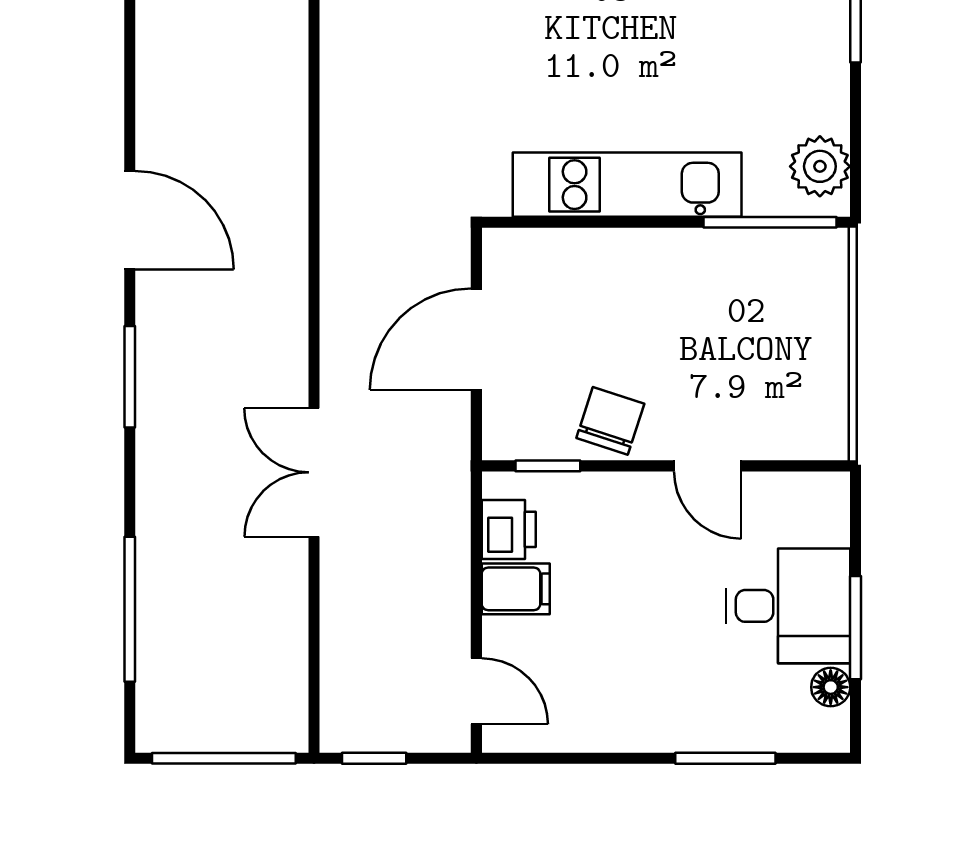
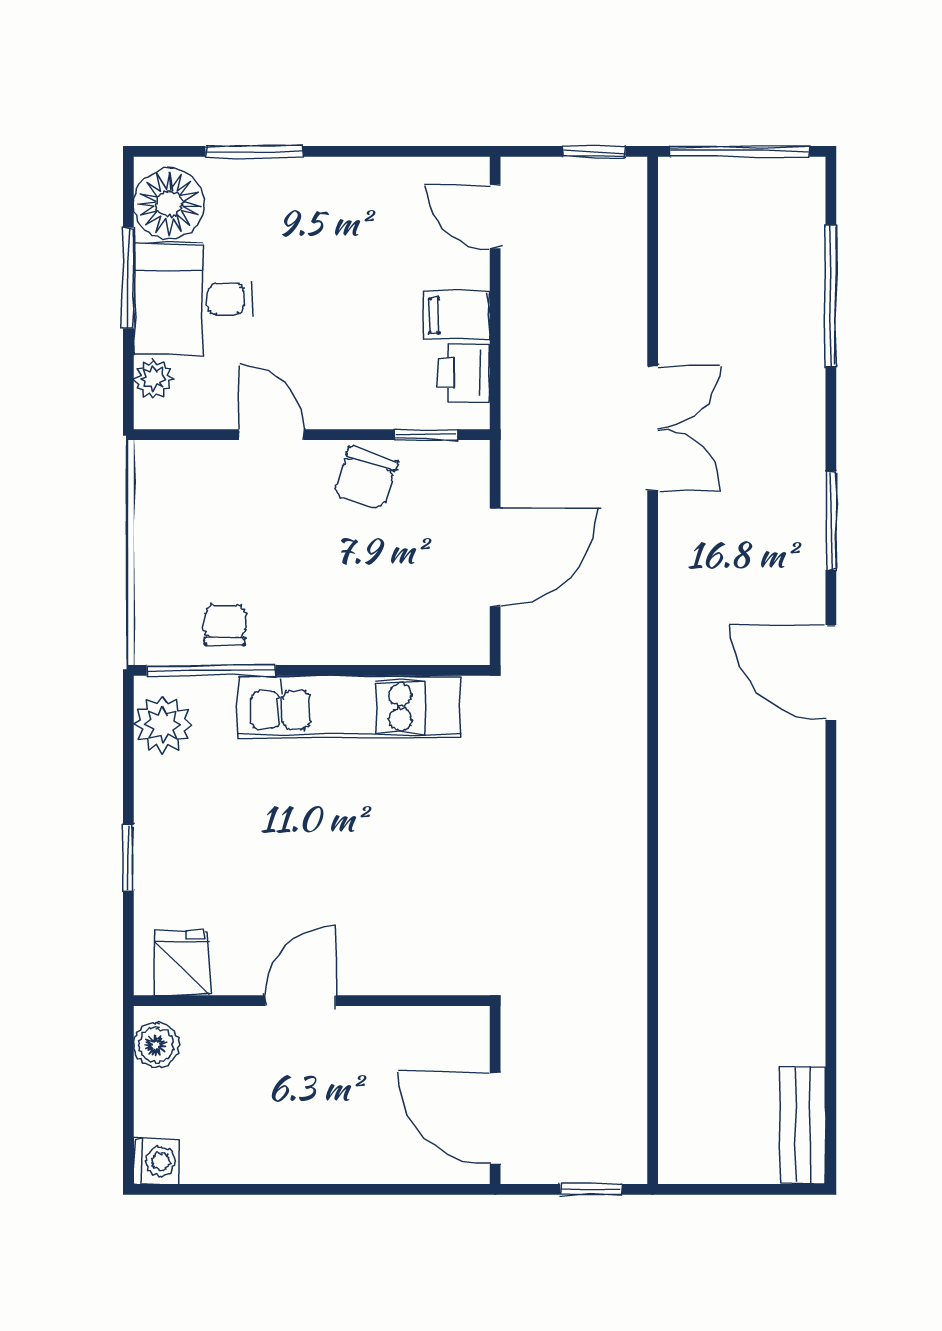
chair: (756, 269) -> (225, 625), added
plant: (829, 523) -> (154, 379), added
floor lamp: (831, 687) -> (169, 204), width x1.89, depth x1.89

